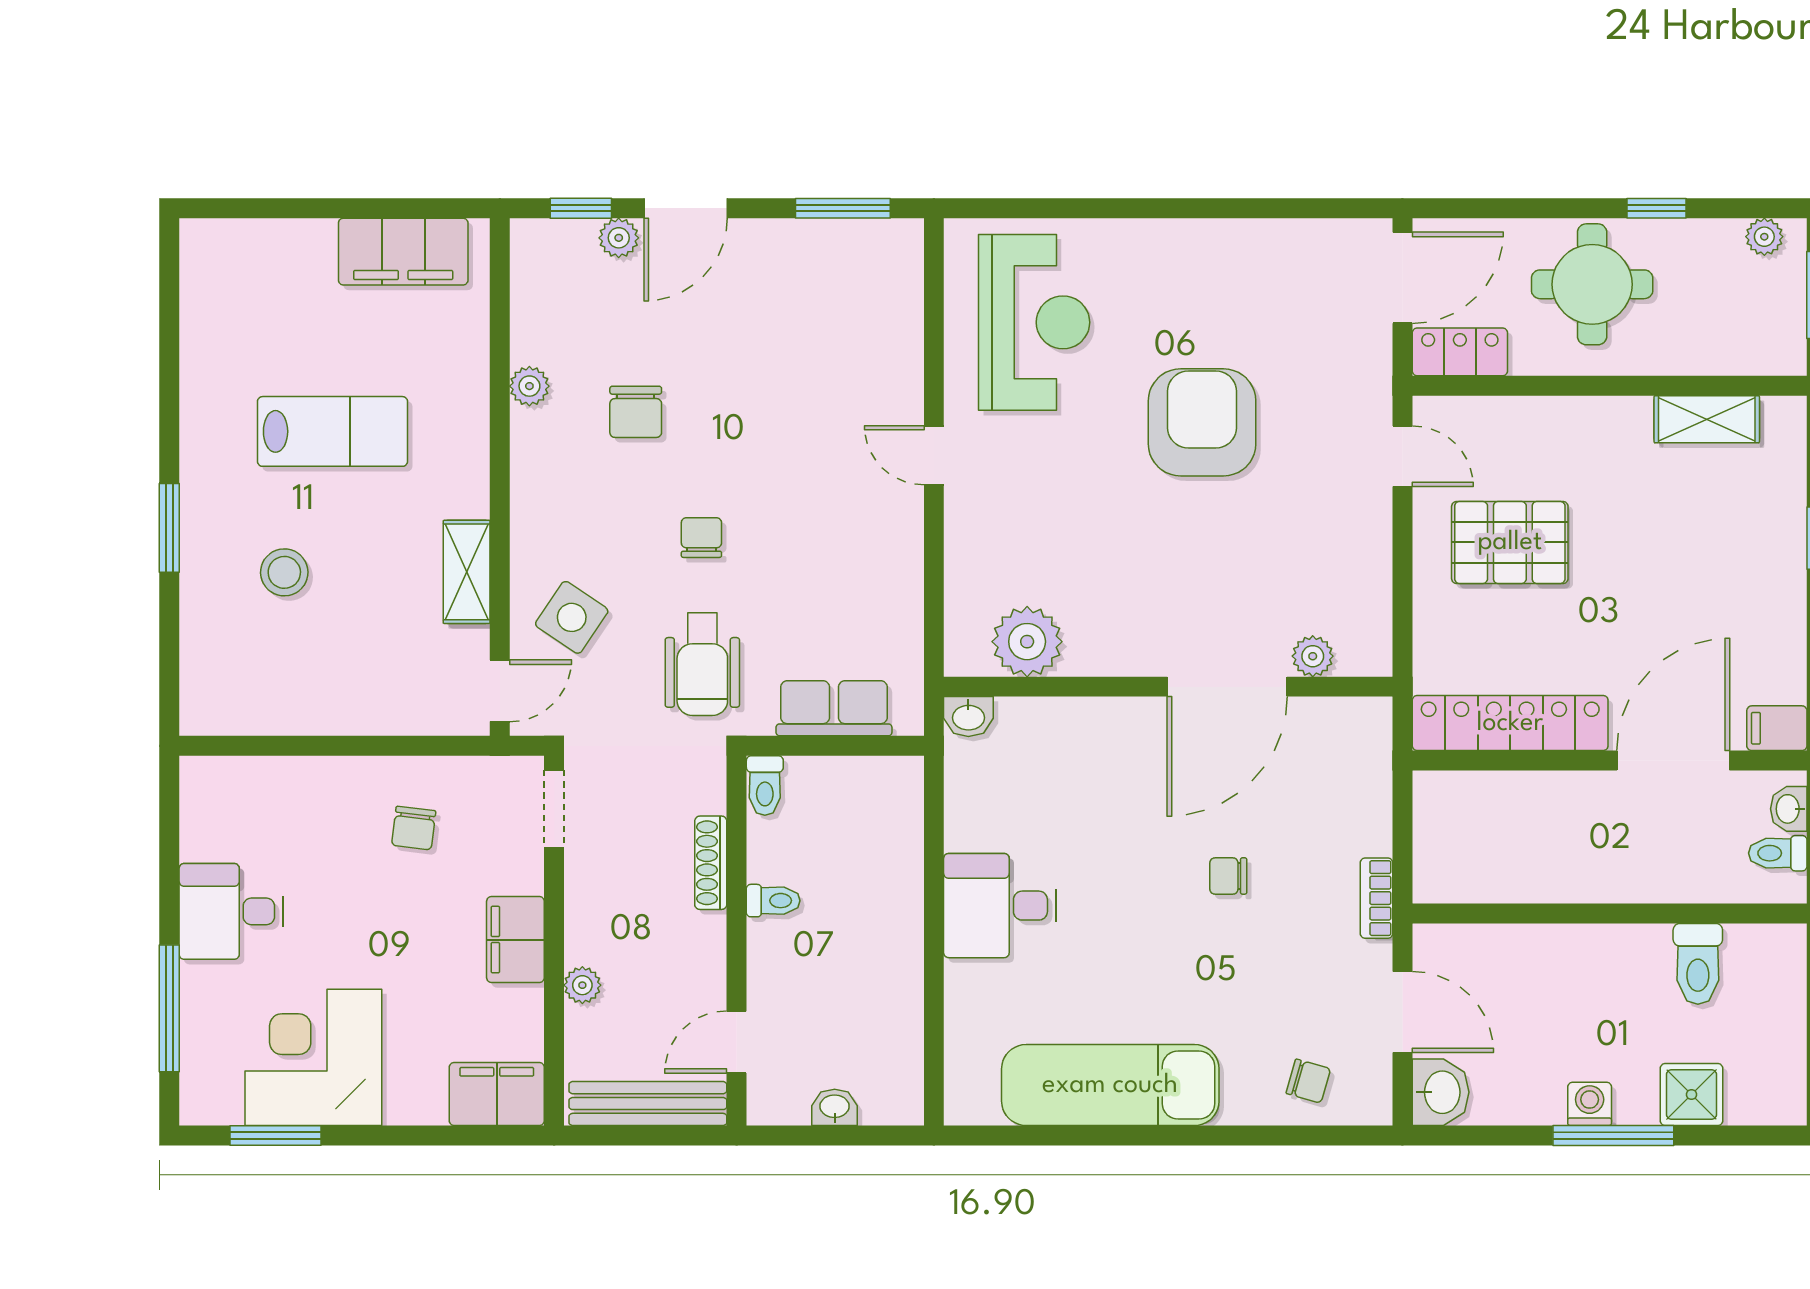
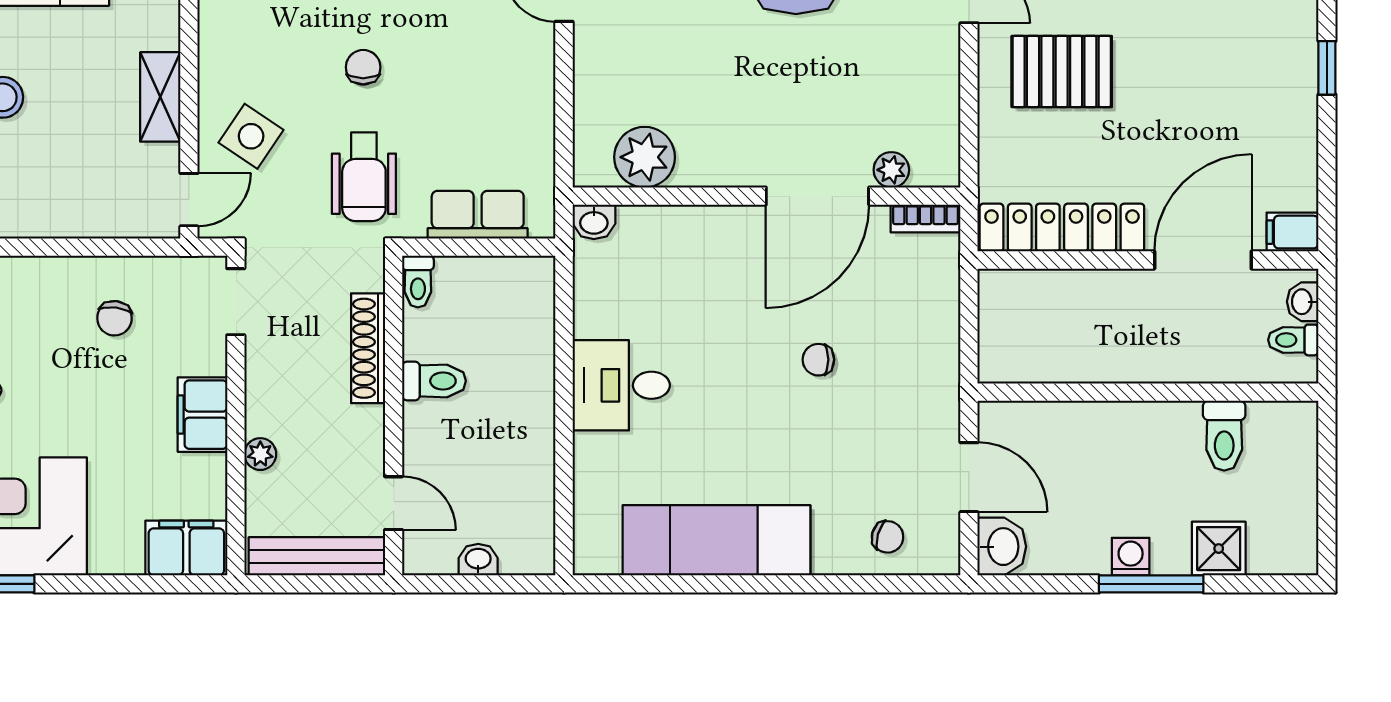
shoe rack: (711, 863) -> (368, 348), width x1.36, depth x1.24
bookcase: (1376, 898) -> (926, 219), moved, turned -90
toilet: (773, 901) -> (434, 381), width x1.37, depth x1.39
door: (737, 1042) -> (394, 503), swing flipped

